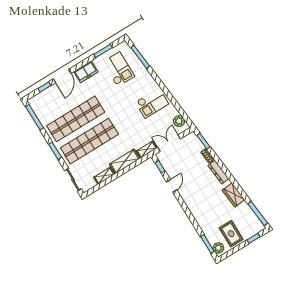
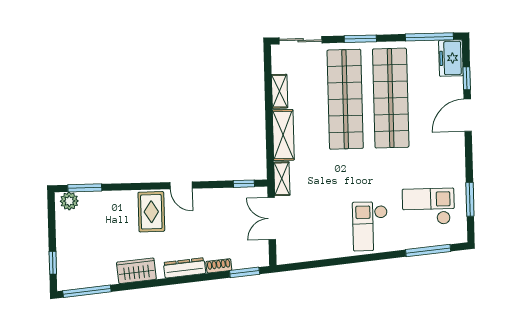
checkout: (118, 69) -> (428, 206), turned 180
freezer: (86, 72) -> (451, 58), moved
door: (62, 76) -> (468, 115), hinge flipped
checkout: (152, 103) -> (370, 226), moved
plant: (179, 121) -> (297, 253), removed
double door: (169, 143) -> (272, 218), swing flipped
door: (172, 186) -> (181, 185), moved
rug: (231, 234) -> (151, 212), moved, turned 90

